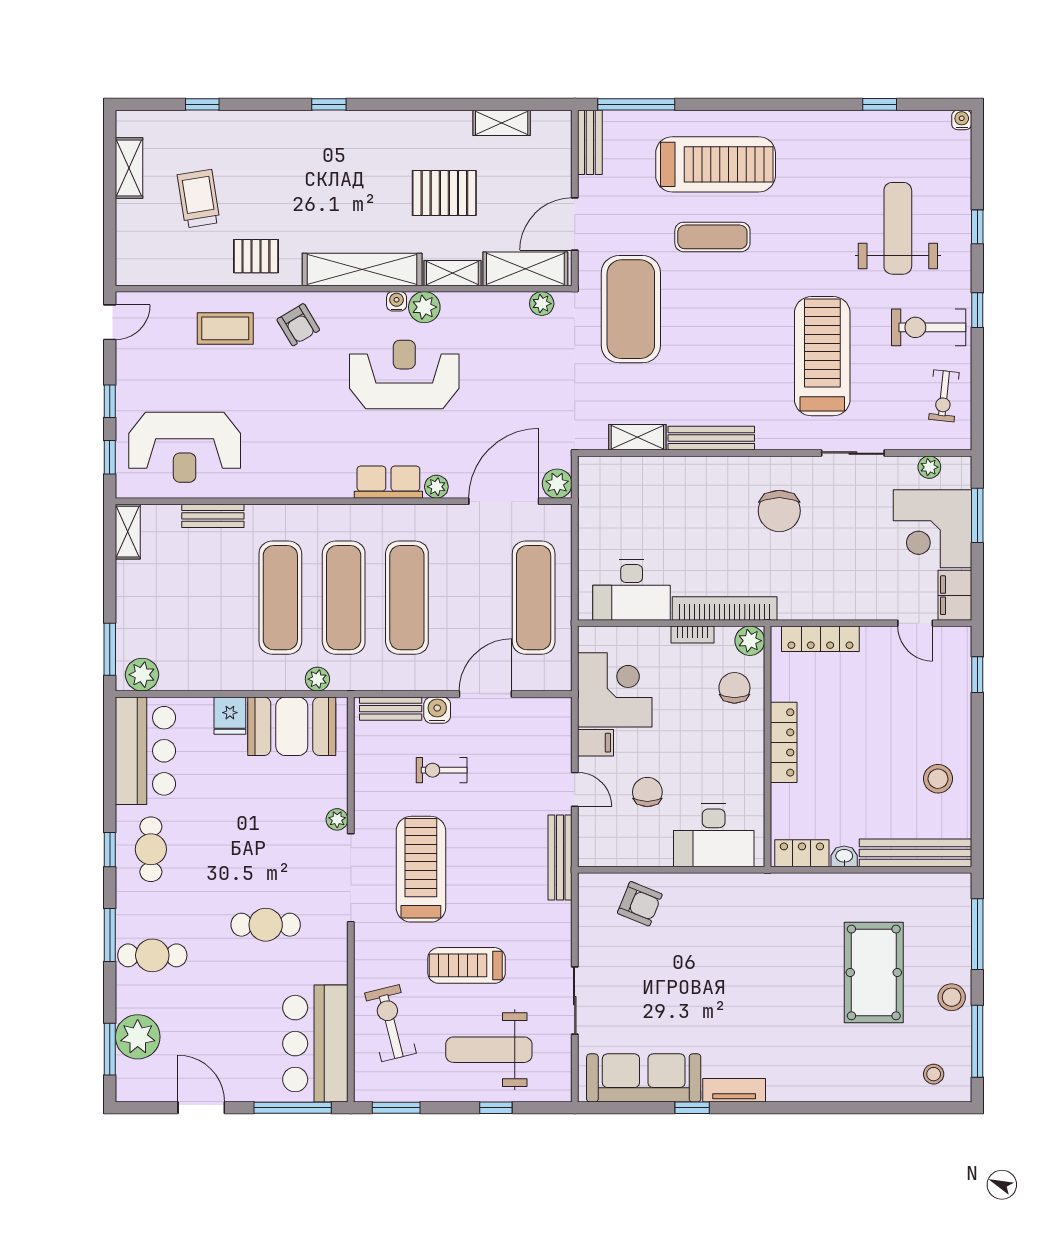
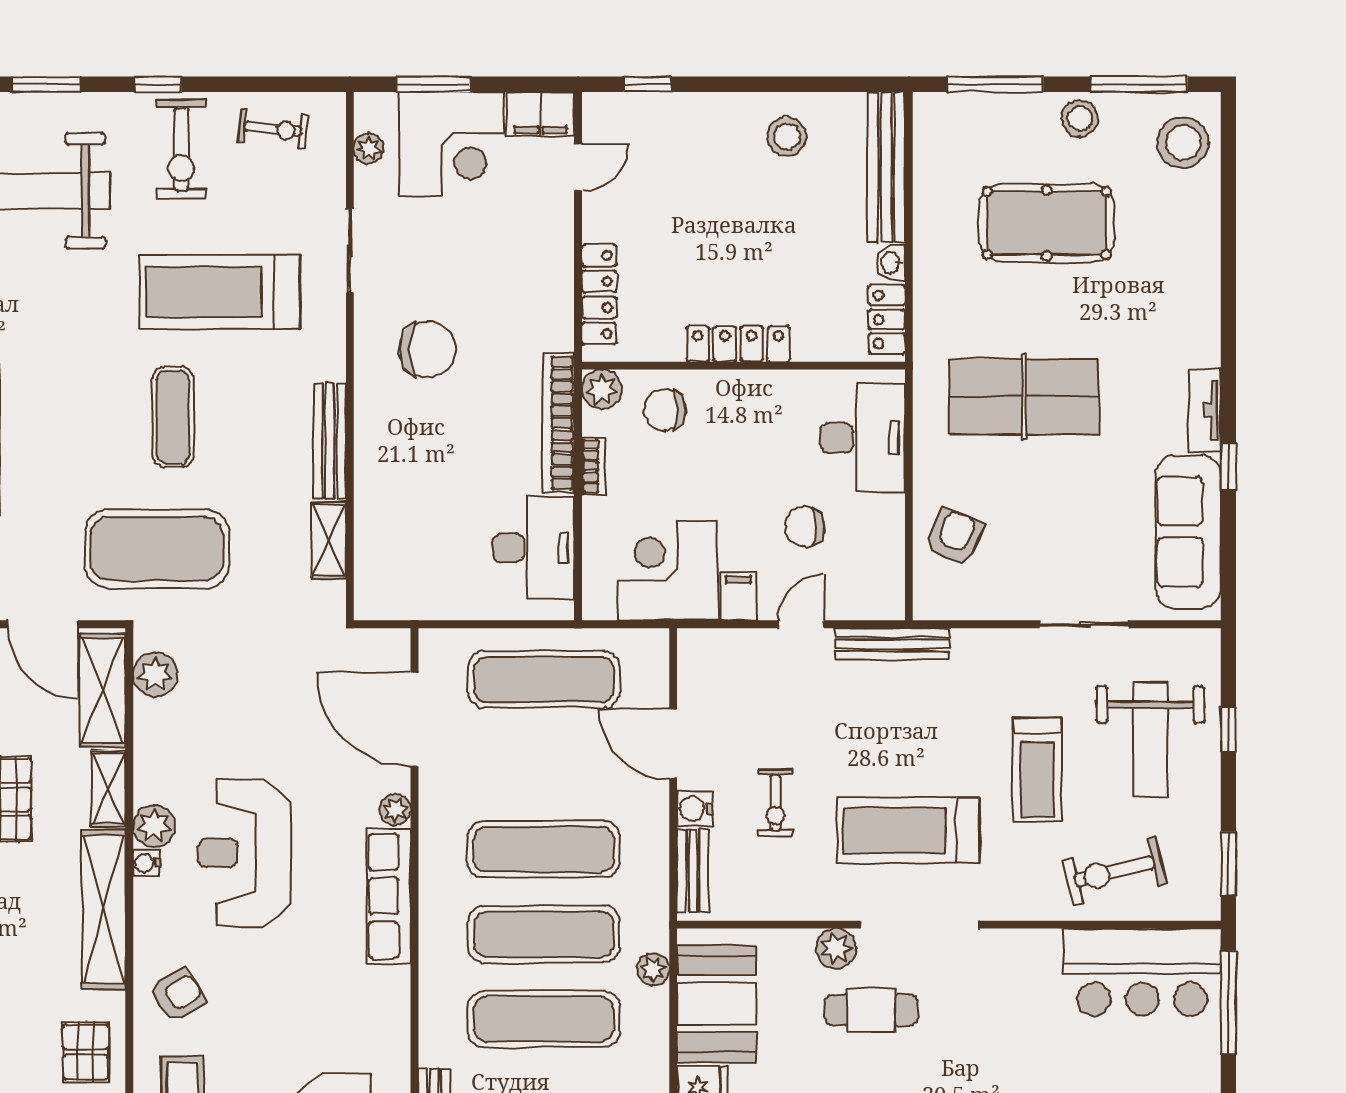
window: (977, 227) -> (46, 84), width x1.50
exercise mat: (712, 237) -> (173, 417), moved
plant: (542, 304) -> (155, 675), width x1.38, depth x1.38
row of seats: (388, 482) -> (389, 896), width x1.48
plant: (557, 484) -> (391, 648), removed
plant: (337, 819) -> (836, 949), width x1.38, depth x1.38
cafe table: (266, 925) -> (871, 1010), moved, turned 90
table tennis table: (744, 955) -> (1024, 397), added
stool: (934, 1074) -> (1183, 143), width x1.89, depth x1.89

